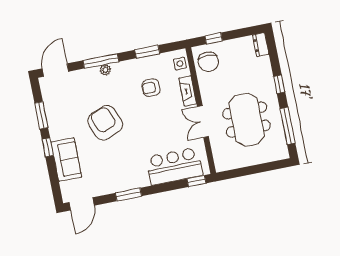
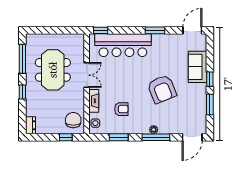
bar counter: (174, 166) -> (123, 45), width x1.36

